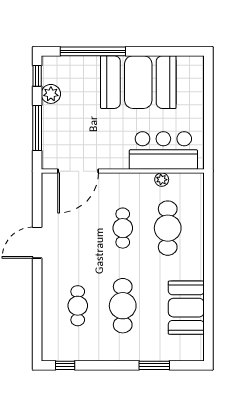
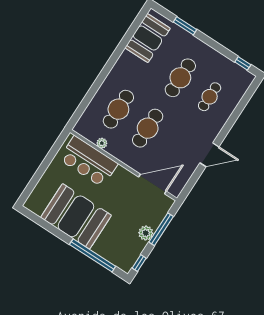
plant: (51, 94) -> (146, 233), moved
cafe table: (123, 228) -> (148, 128), width x1.37, depth x1.35
booth: (186, 308) -> (148, 38), moved

